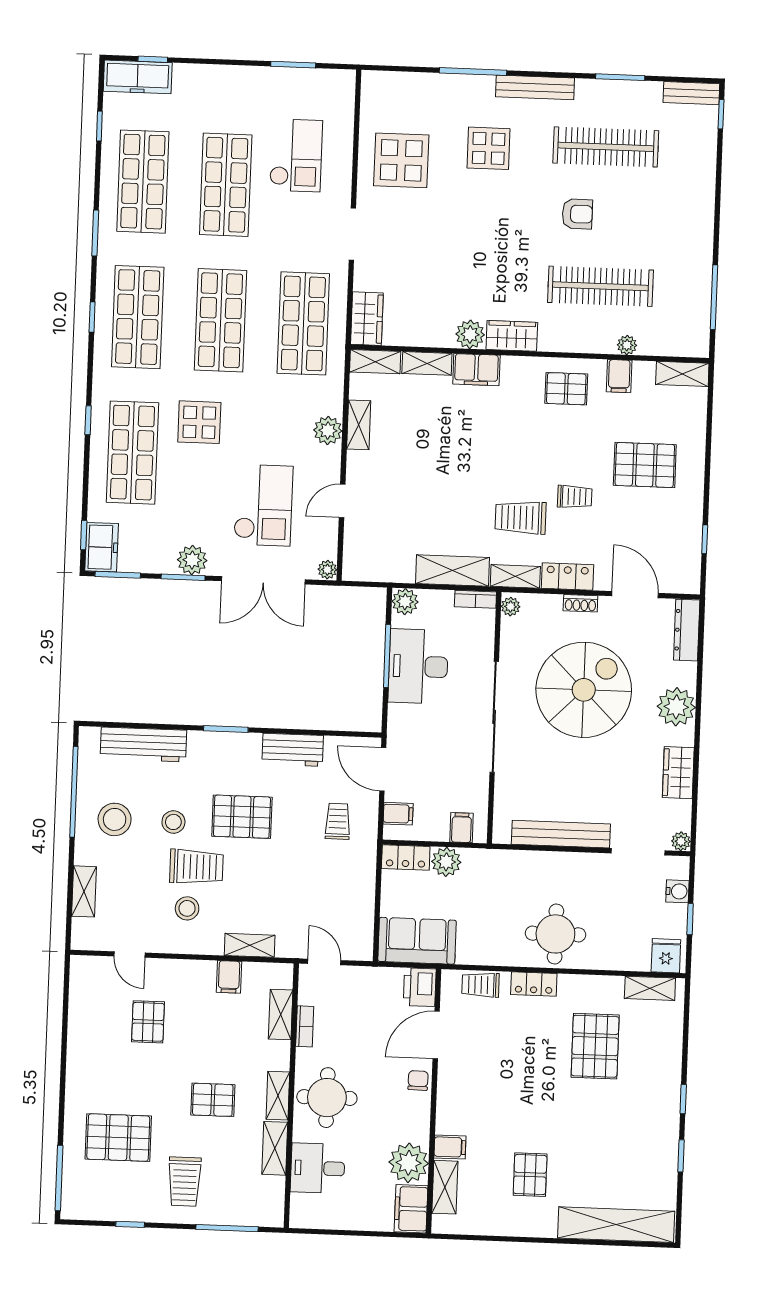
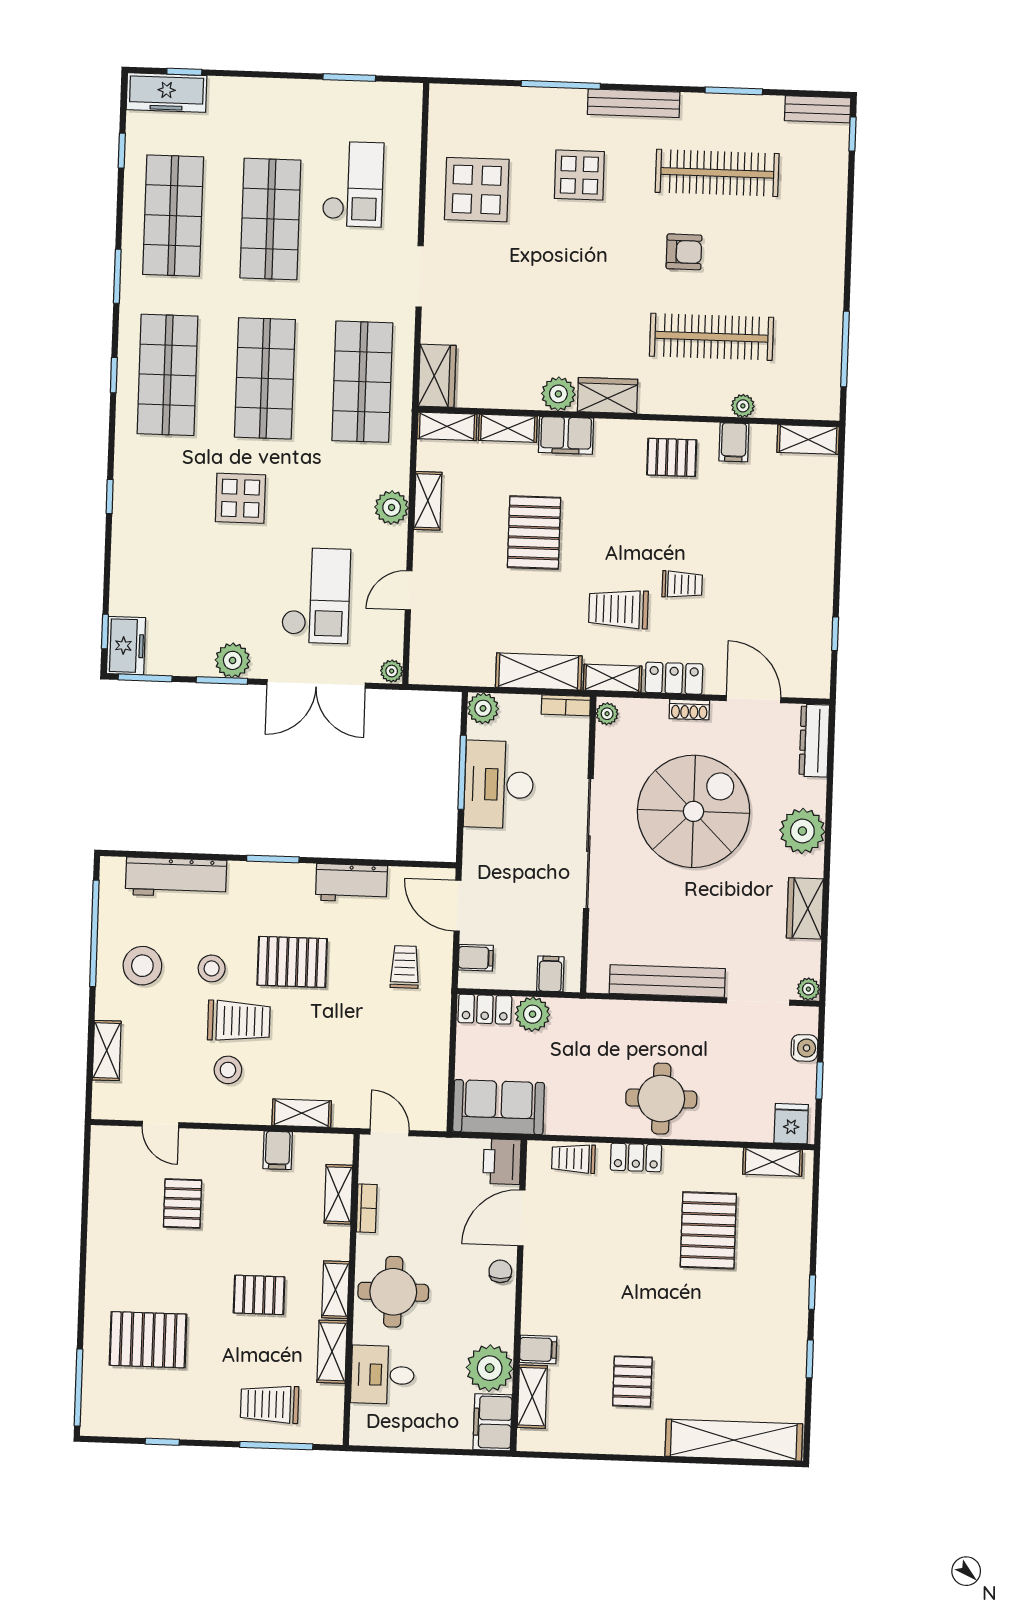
shop shelf: (132, 453) -> (162, 534), removed
pallet: (645, 465) -> (534, 532), moved, turned 90
trolley: (185, 1182) -> (270, 1404), moved, turned 90

